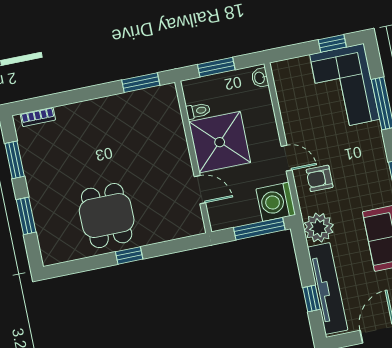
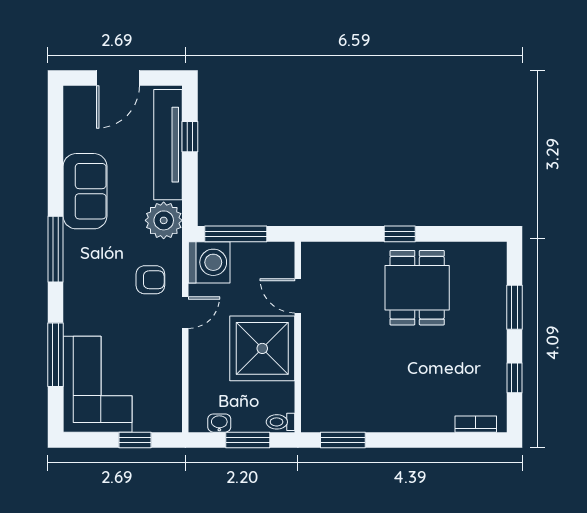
window: (332, 43) -> (135, 440), moved
washbasin: (260, 78) -> (219, 423), moved, turned -90
toilet: (198, 111) -> (281, 422), moved
door: (287, 158) -> (185, 313), swing flipped
window: (15, 160) -> (515, 378), width x0.67

